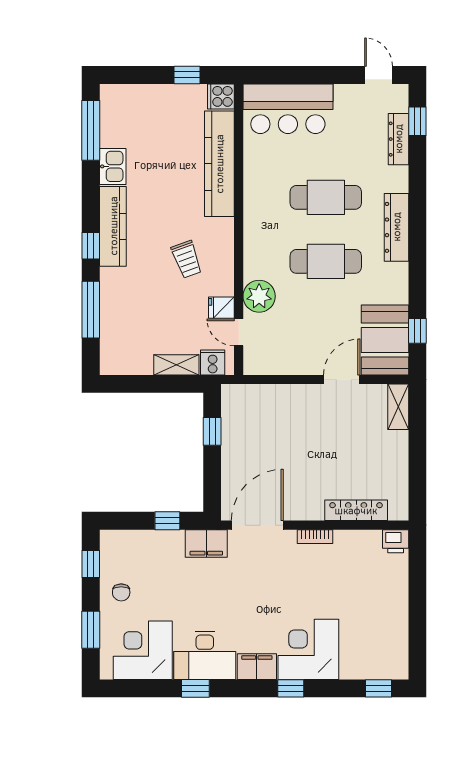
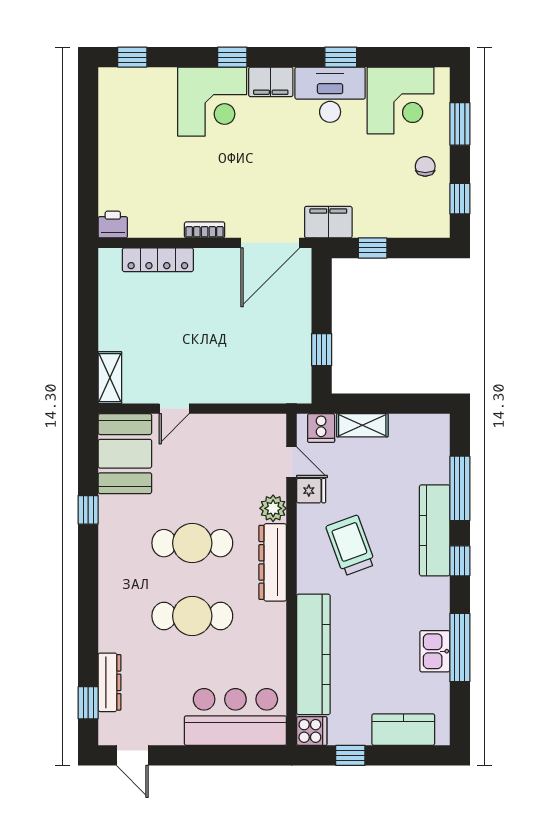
kitchen counter: (140, 98) -> (403, 730), added
window: (91, 130) -> (460, 648), moved
kitchen counter: (113, 226) -> (435, 530), moved
dresser: (396, 227) -> (273, 562), moved, turned 180
trolley: (187, 259) -> (351, 545), width x1.36, depth x1.39
plant: (259, 296) -> (273, 508), width x0.73, depth x0.73
window: (417, 331) -> (88, 510), moved
door: (342, 379) -> (174, 409), width x0.73

